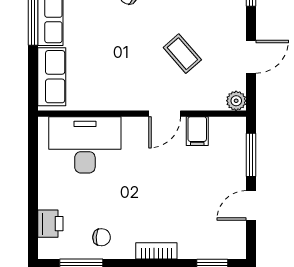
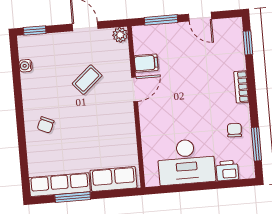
door: (165, 114) -> (135, 89), hinge flipped
desk: (85, 145) -> (186, 162), moved, turned -90

